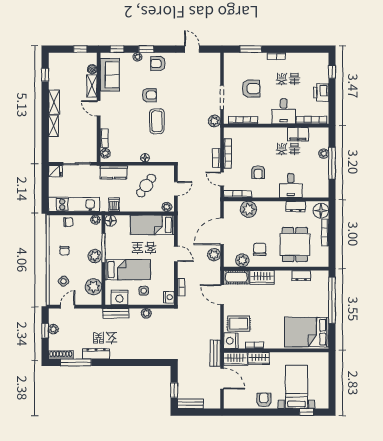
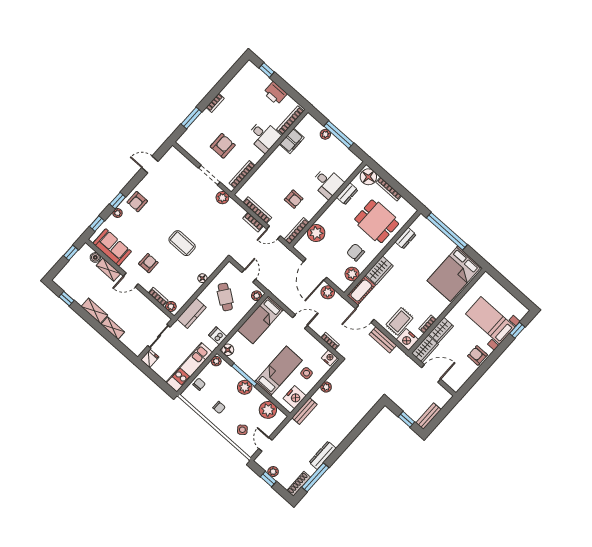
armchair: (149, 95) -> (148, 263), moved
bench: (215, 353) -> (383, 340), moved

